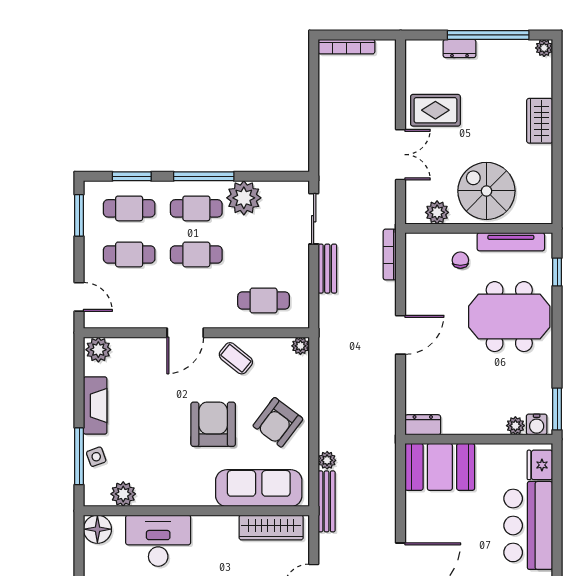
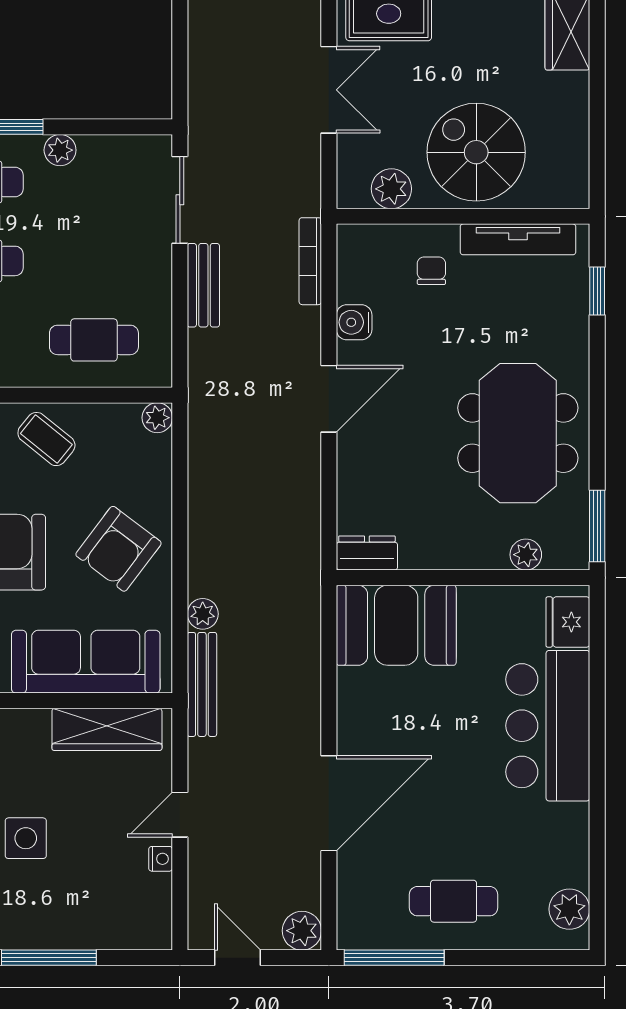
plant: (244, 198) -> (60, 150), width x0.53, depth x0.53
meeting table: (509, 317) -> (518, 433), moved, turned 90
water cooler: (537, 424) -> (354, 322), moved, turned 90

